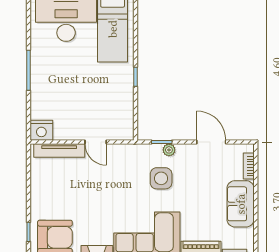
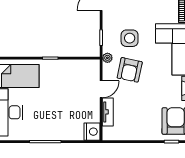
plant: (169, 150) -> (107, 58), moved
tv unit: (59, 151) -> (108, 112), width x0.71
armchair: (120, 178) -> (130, 70), added

